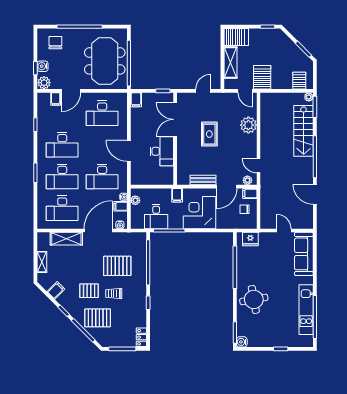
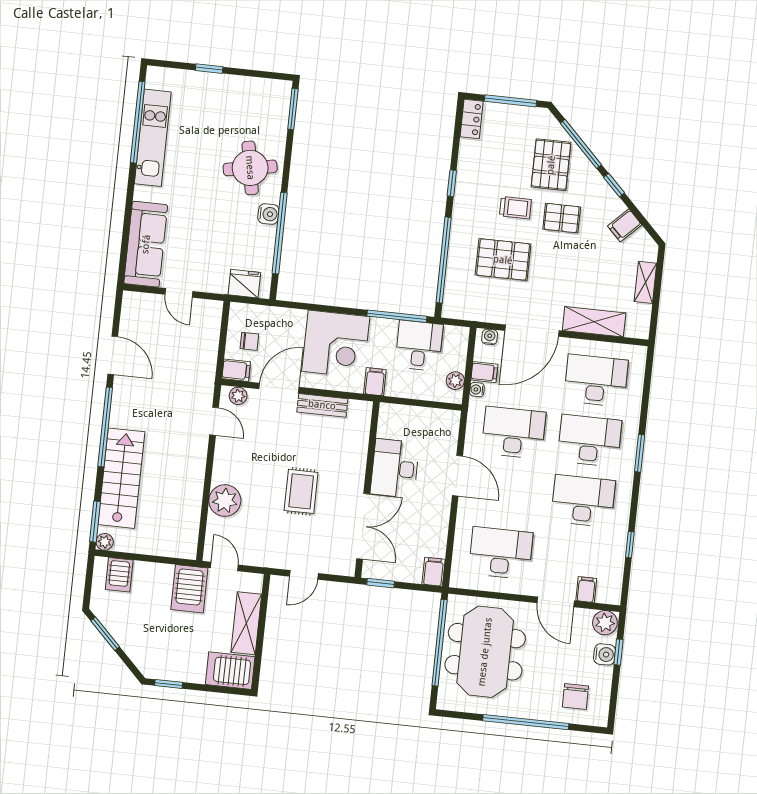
door: (71, 91) -> (556, 602), swing flipped
pallet: (98, 318) -> (551, 165), turned 90
water cooler: (242, 342) -> (268, 214), moved

